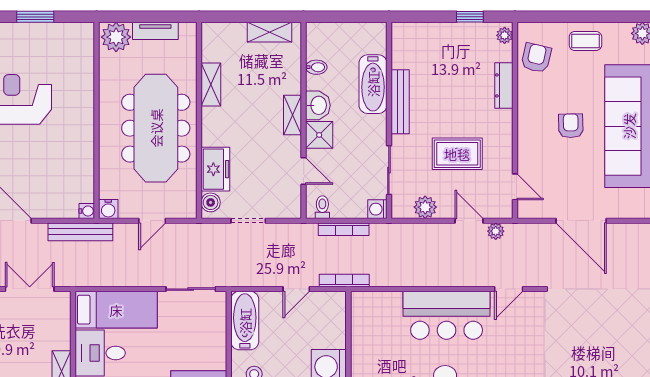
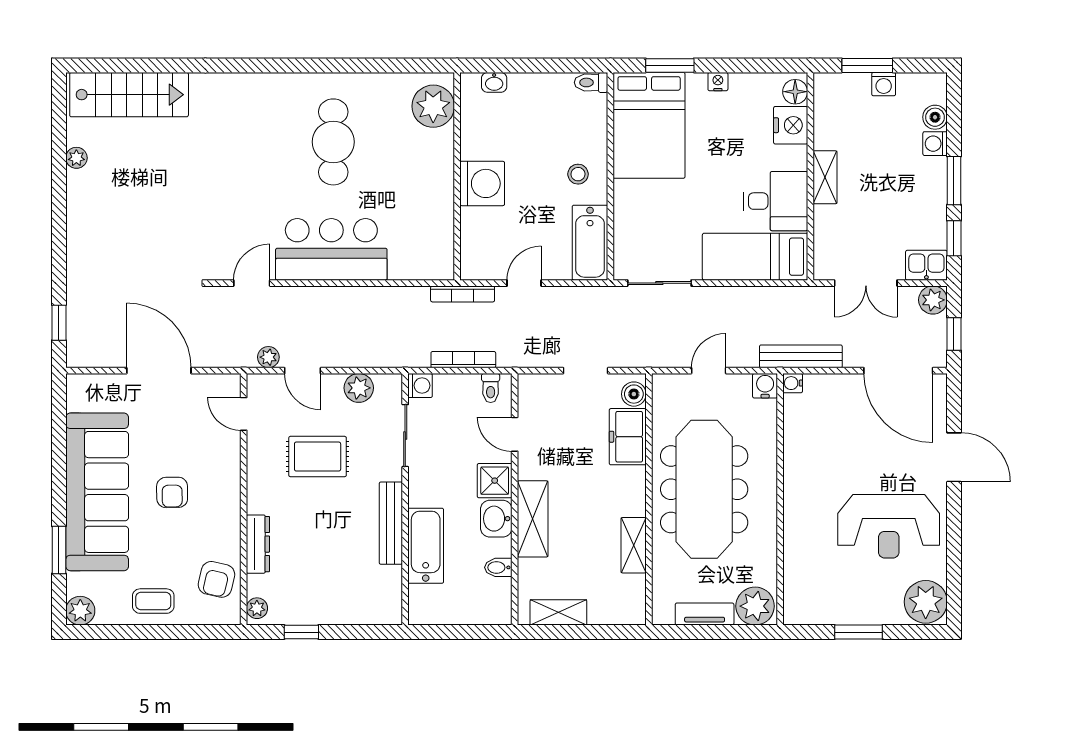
shelving: (292, 115) -> (533, 519), width x1.50, depth x1.33

